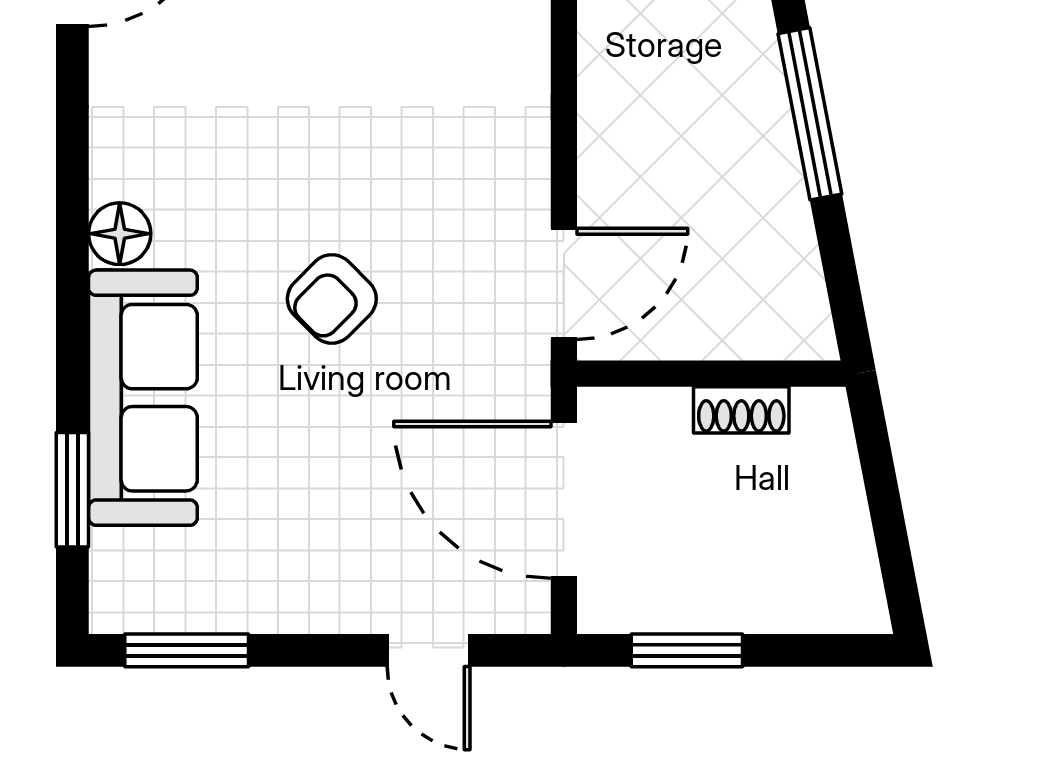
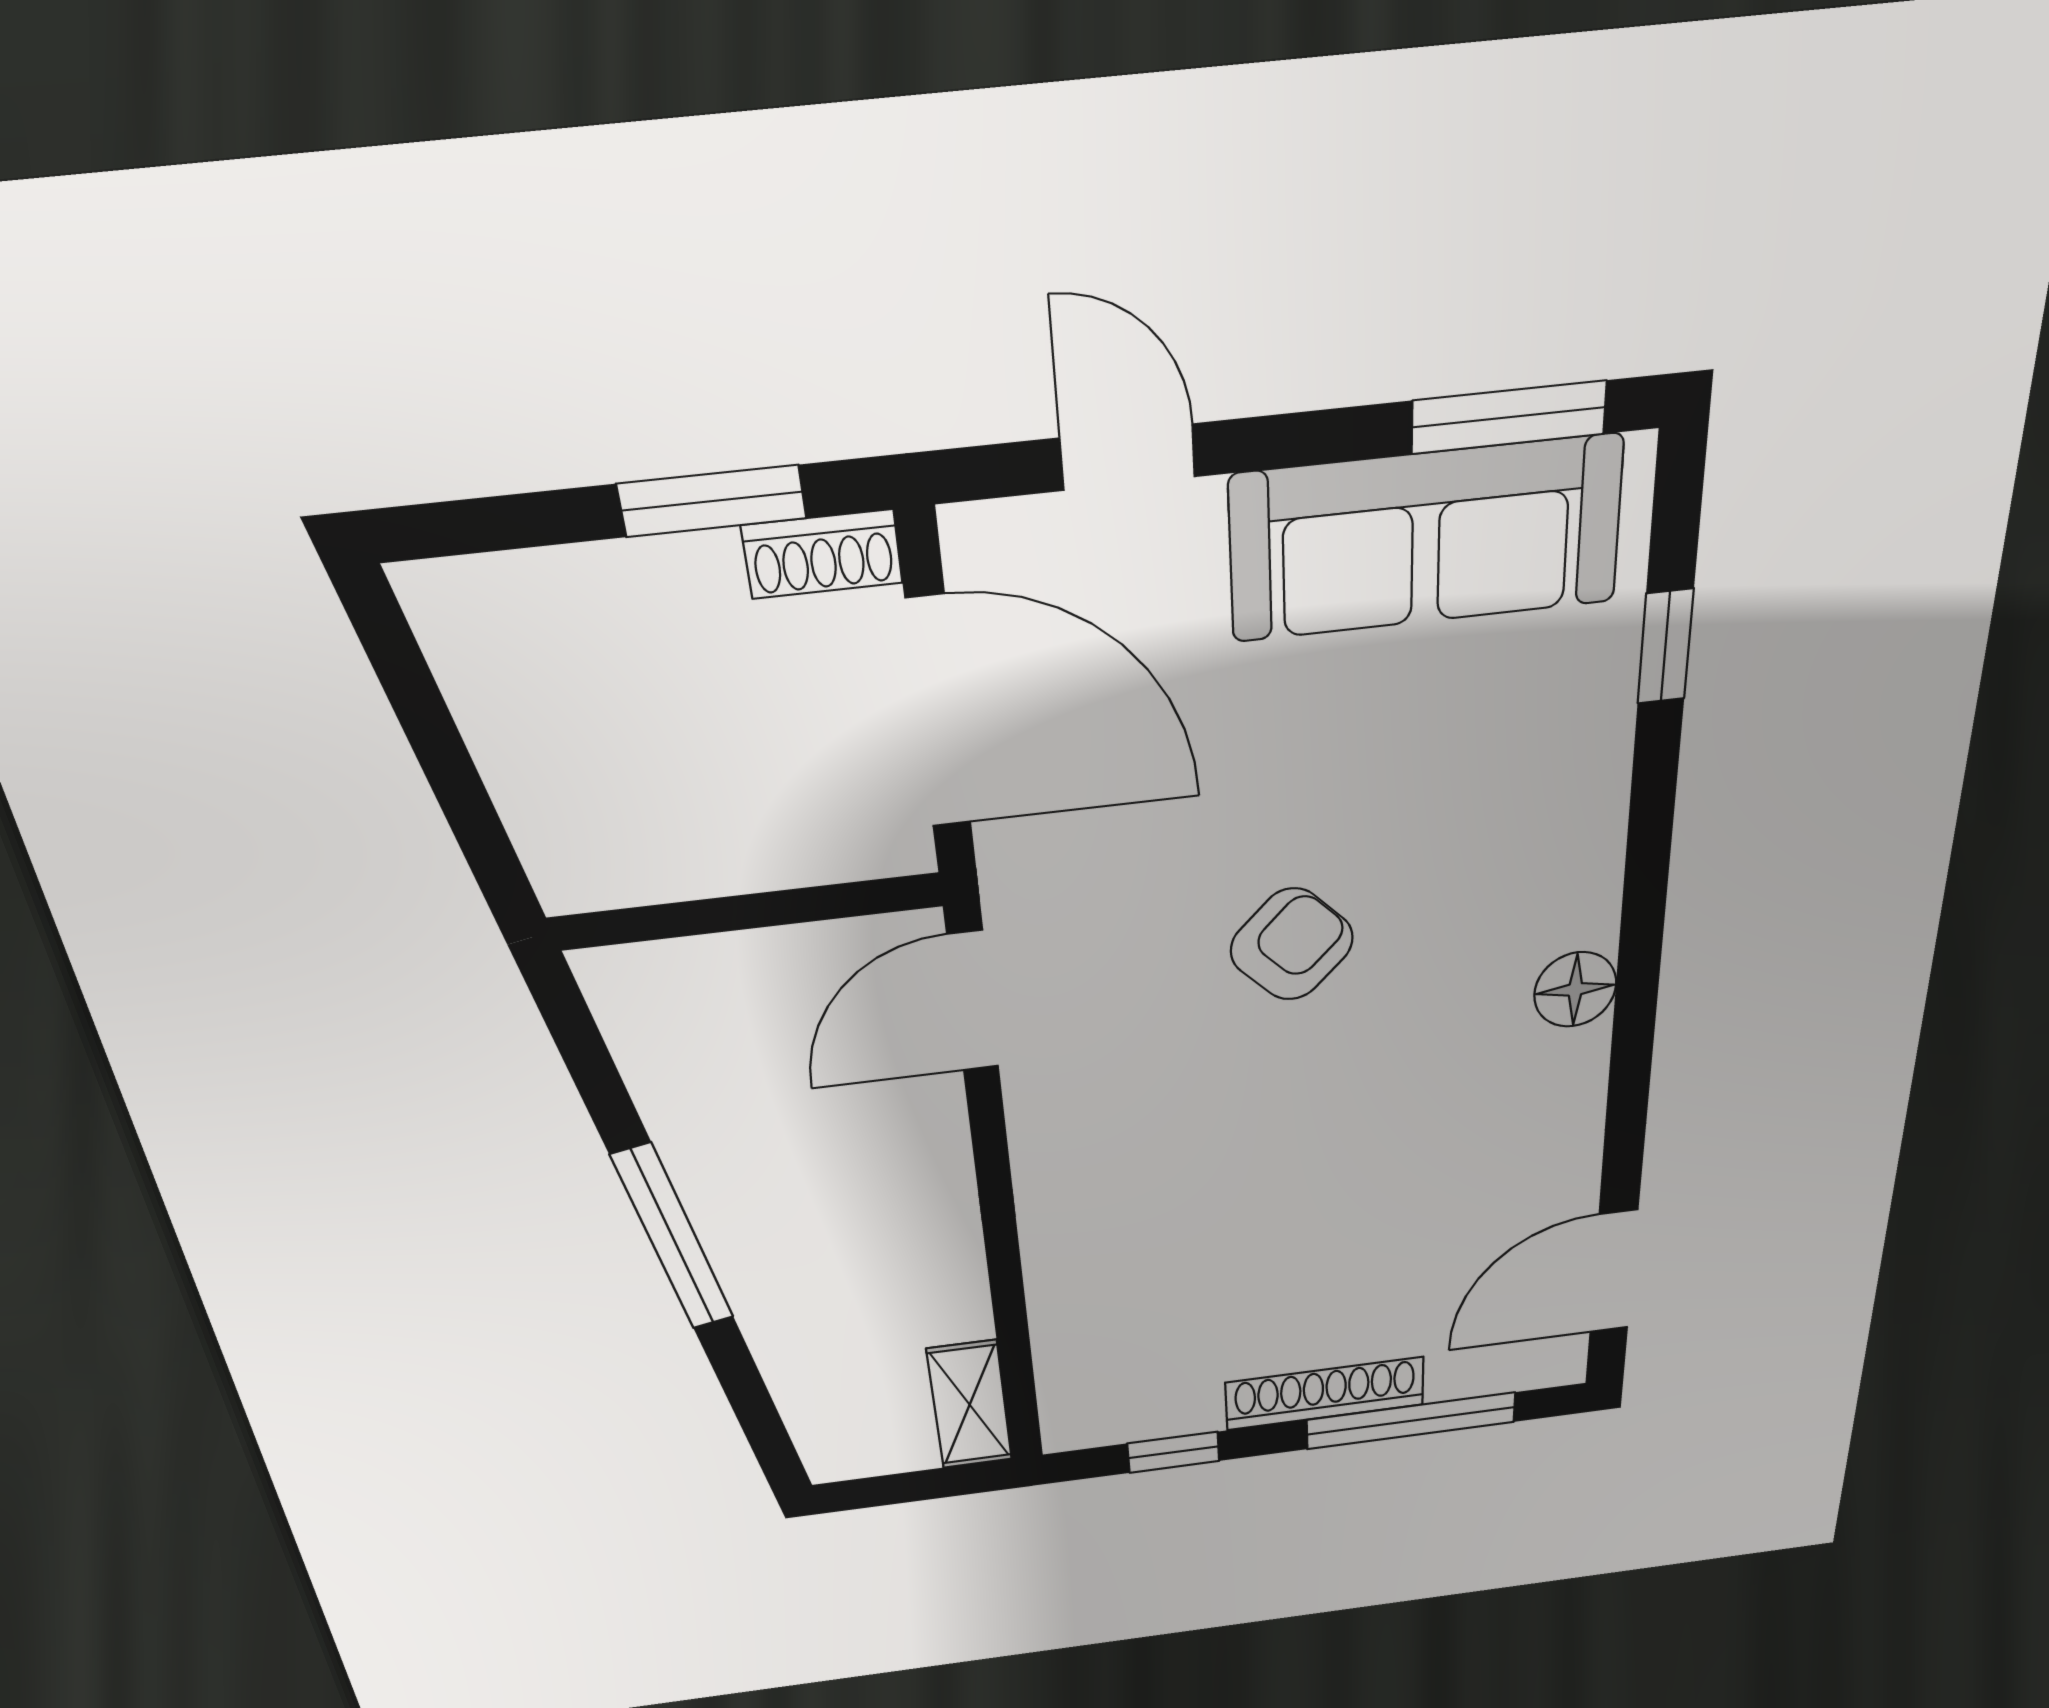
sofa: (143, 398) -> (1426, 539), moved, turned -90
shoe rack: (741, 410) -> (822, 554), moved, turned 180
window: (72, 490) -> (1665, 647), width x0.67

